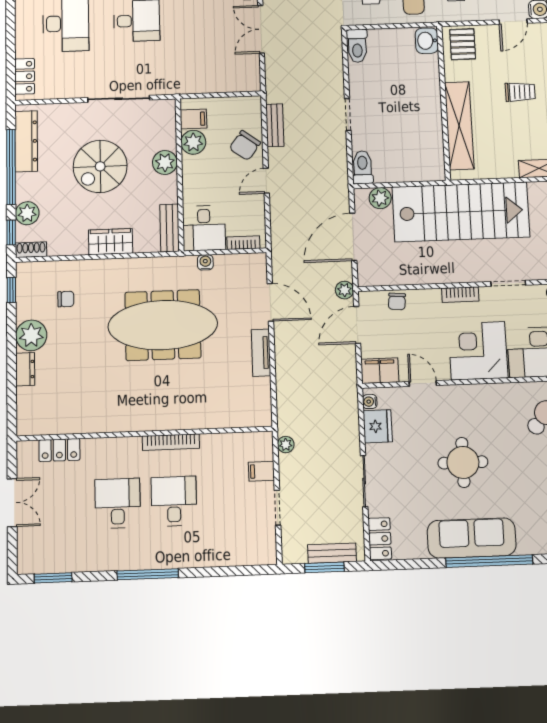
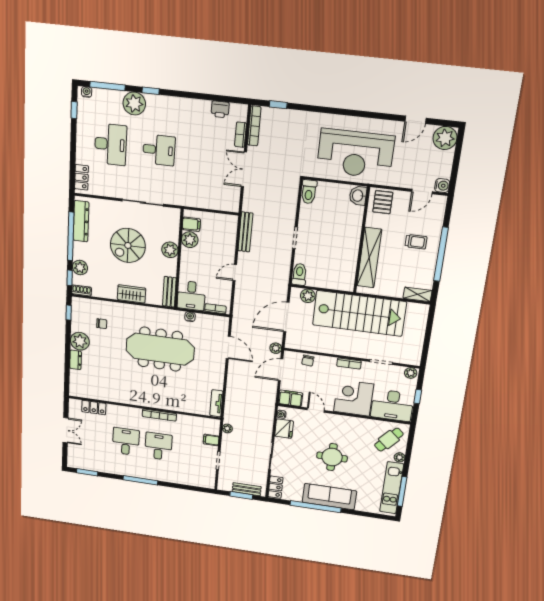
bench: (275, 125) -> (245, 232), width x1.36
chair: (245, 146) -> (224, 247), removed
tv unit: (261, 353) -> (216, 403), moved
window: (489, 561) -> (315, 507), moved

